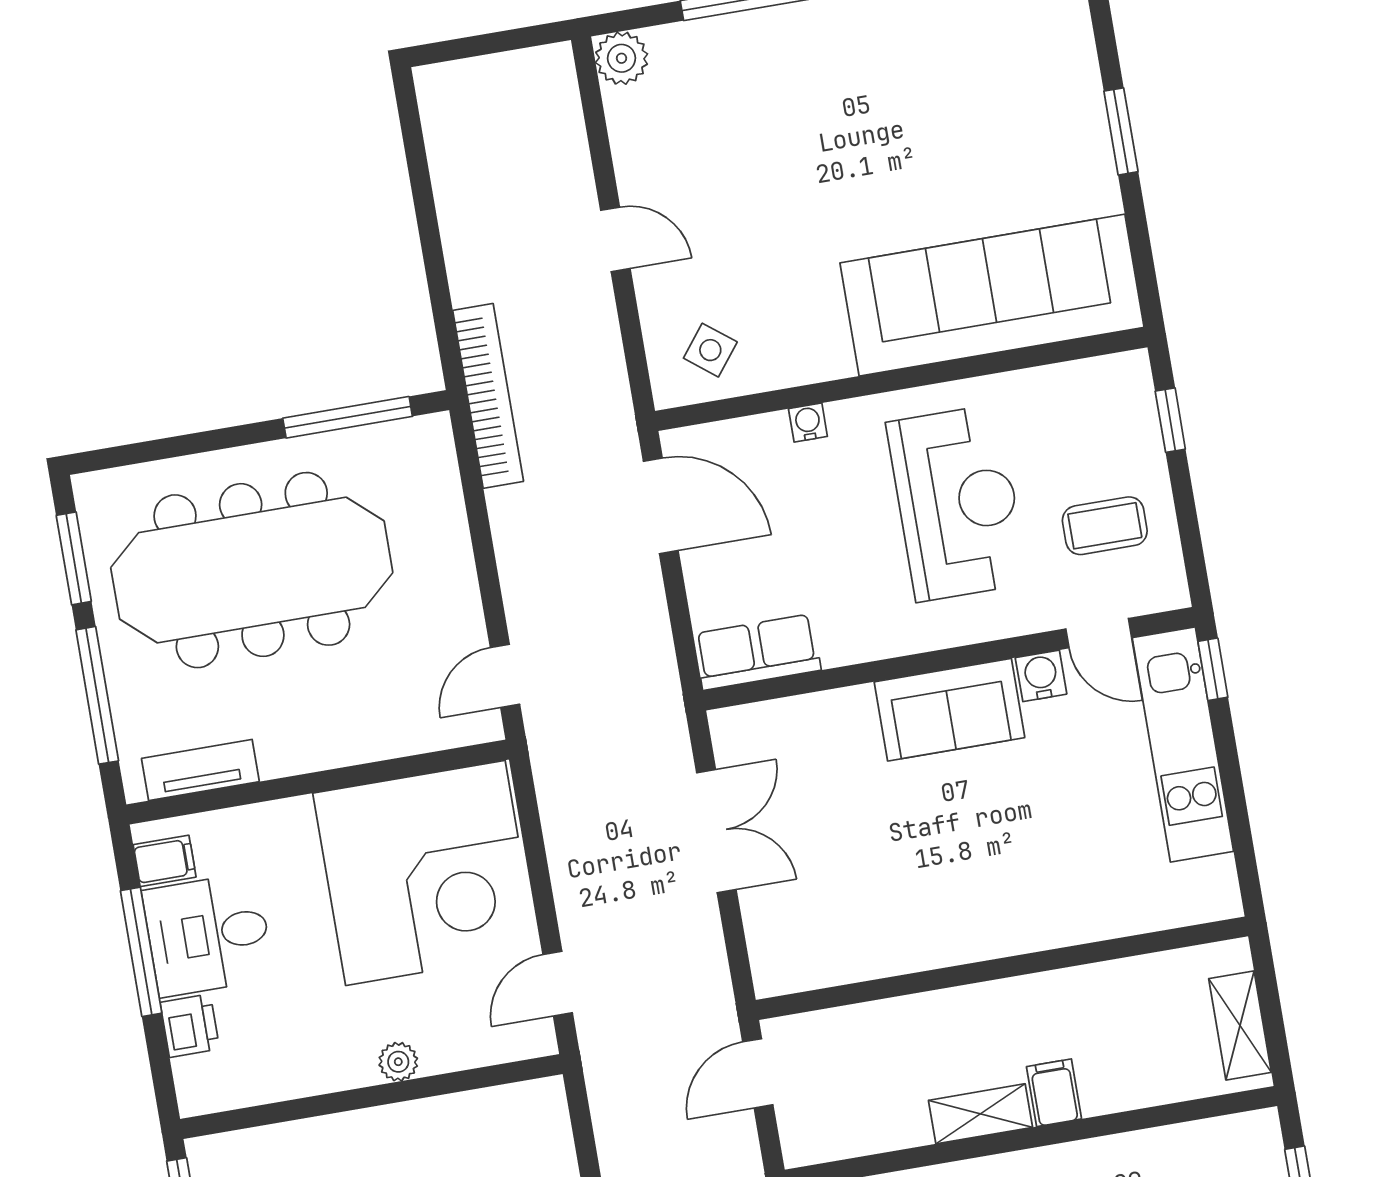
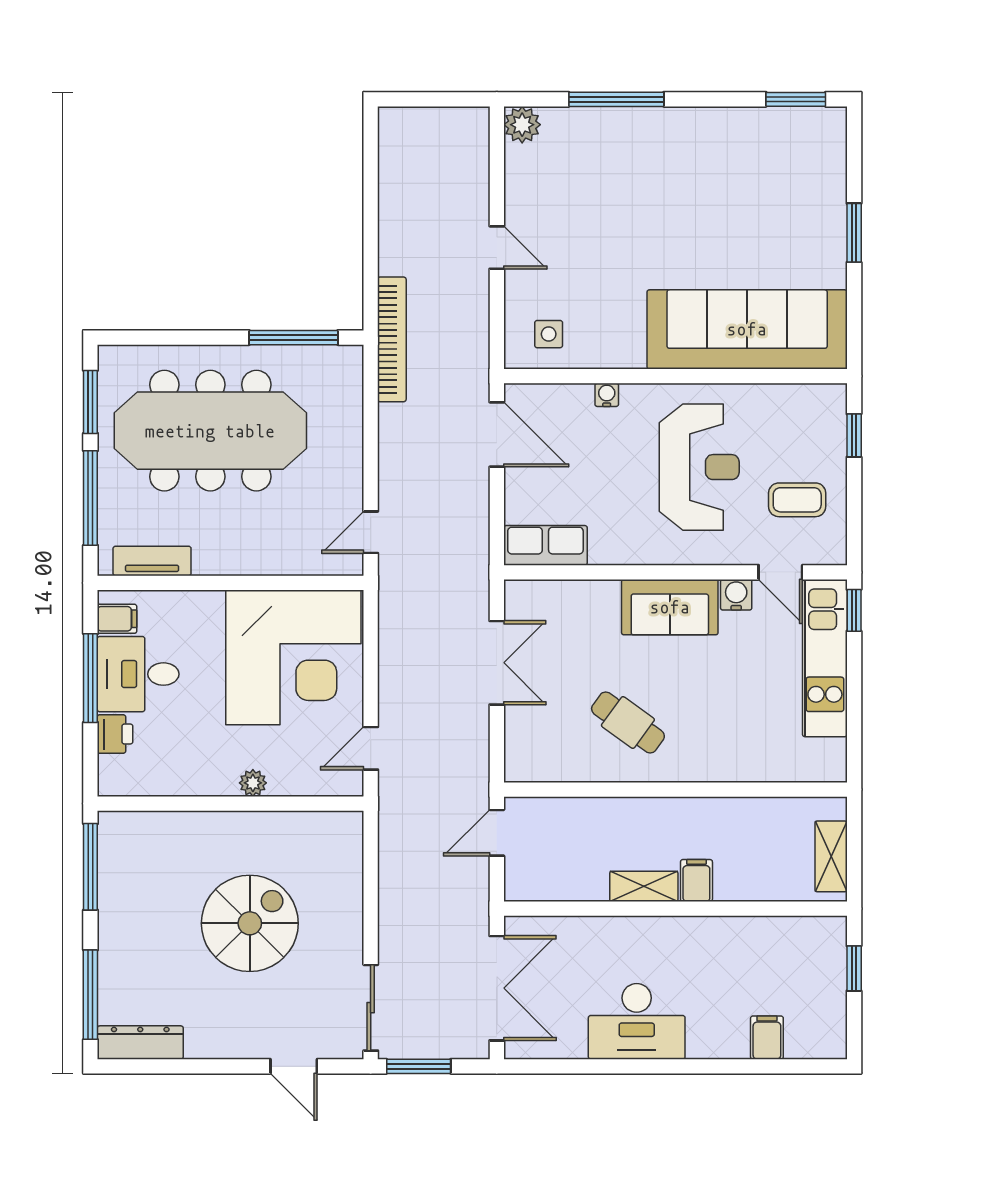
side table: (710, 350) -> (549, 334), turned -38
cafe table: (918, 884) -> (628, 722), added

